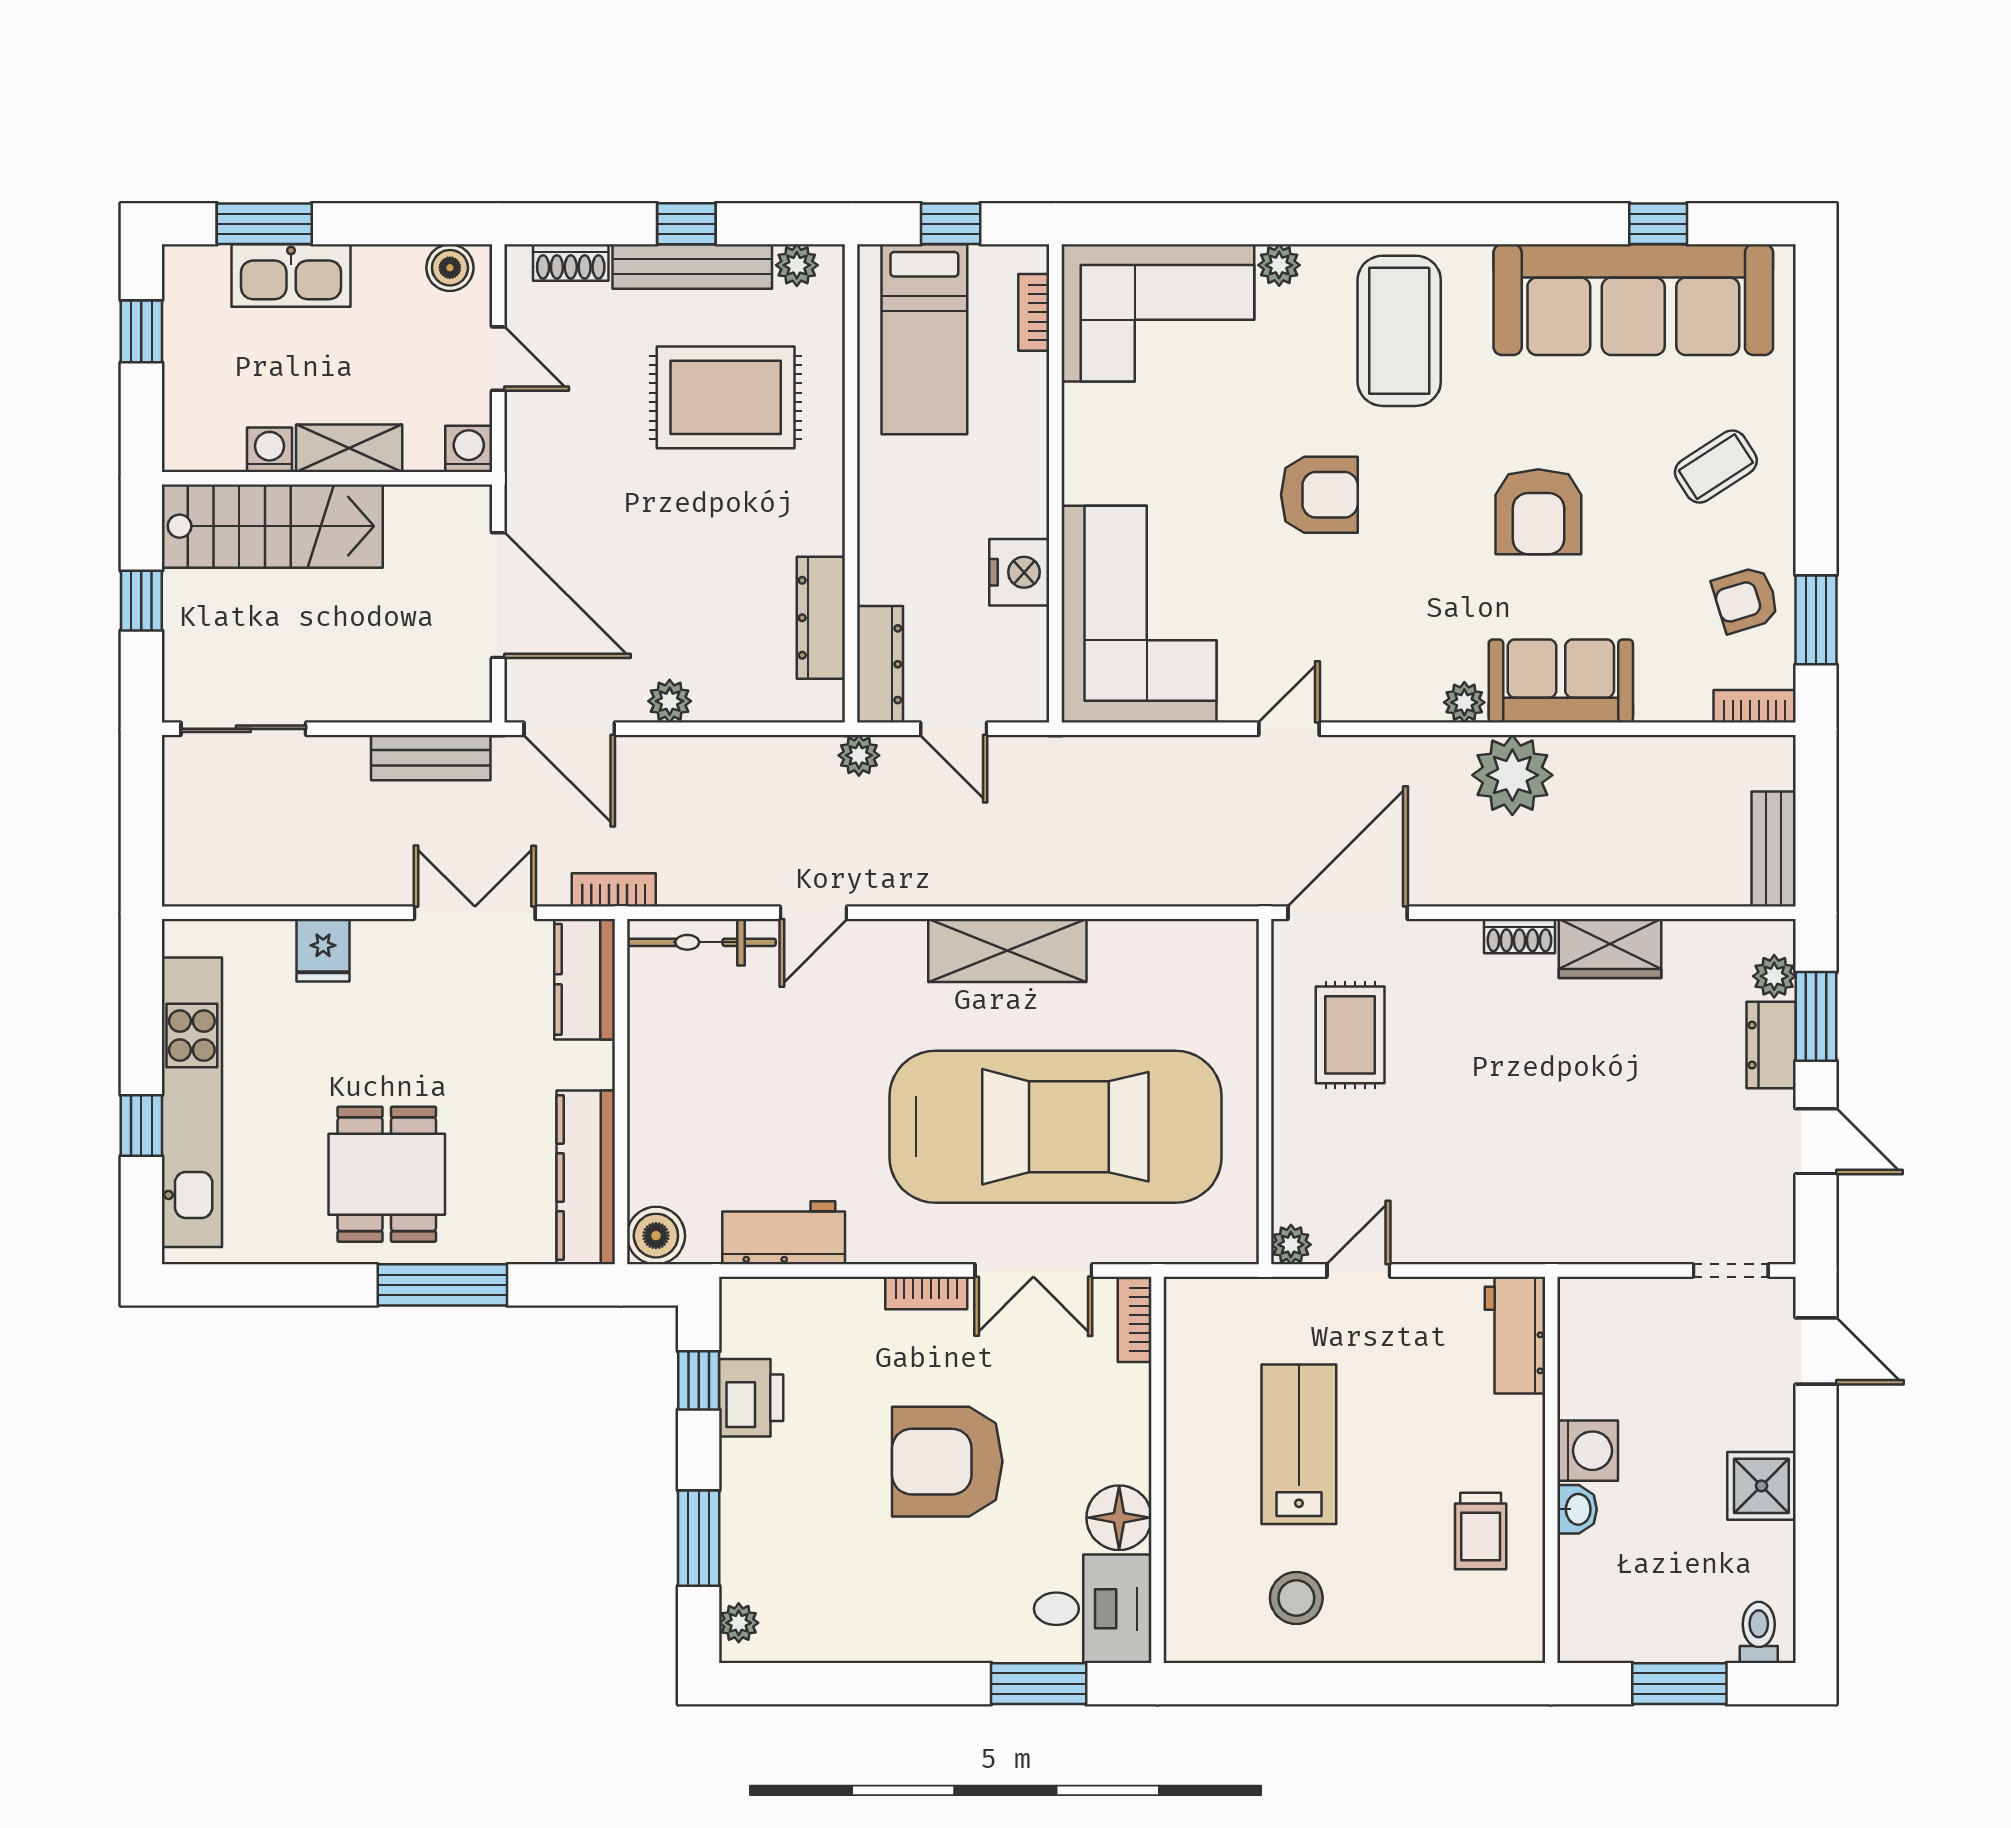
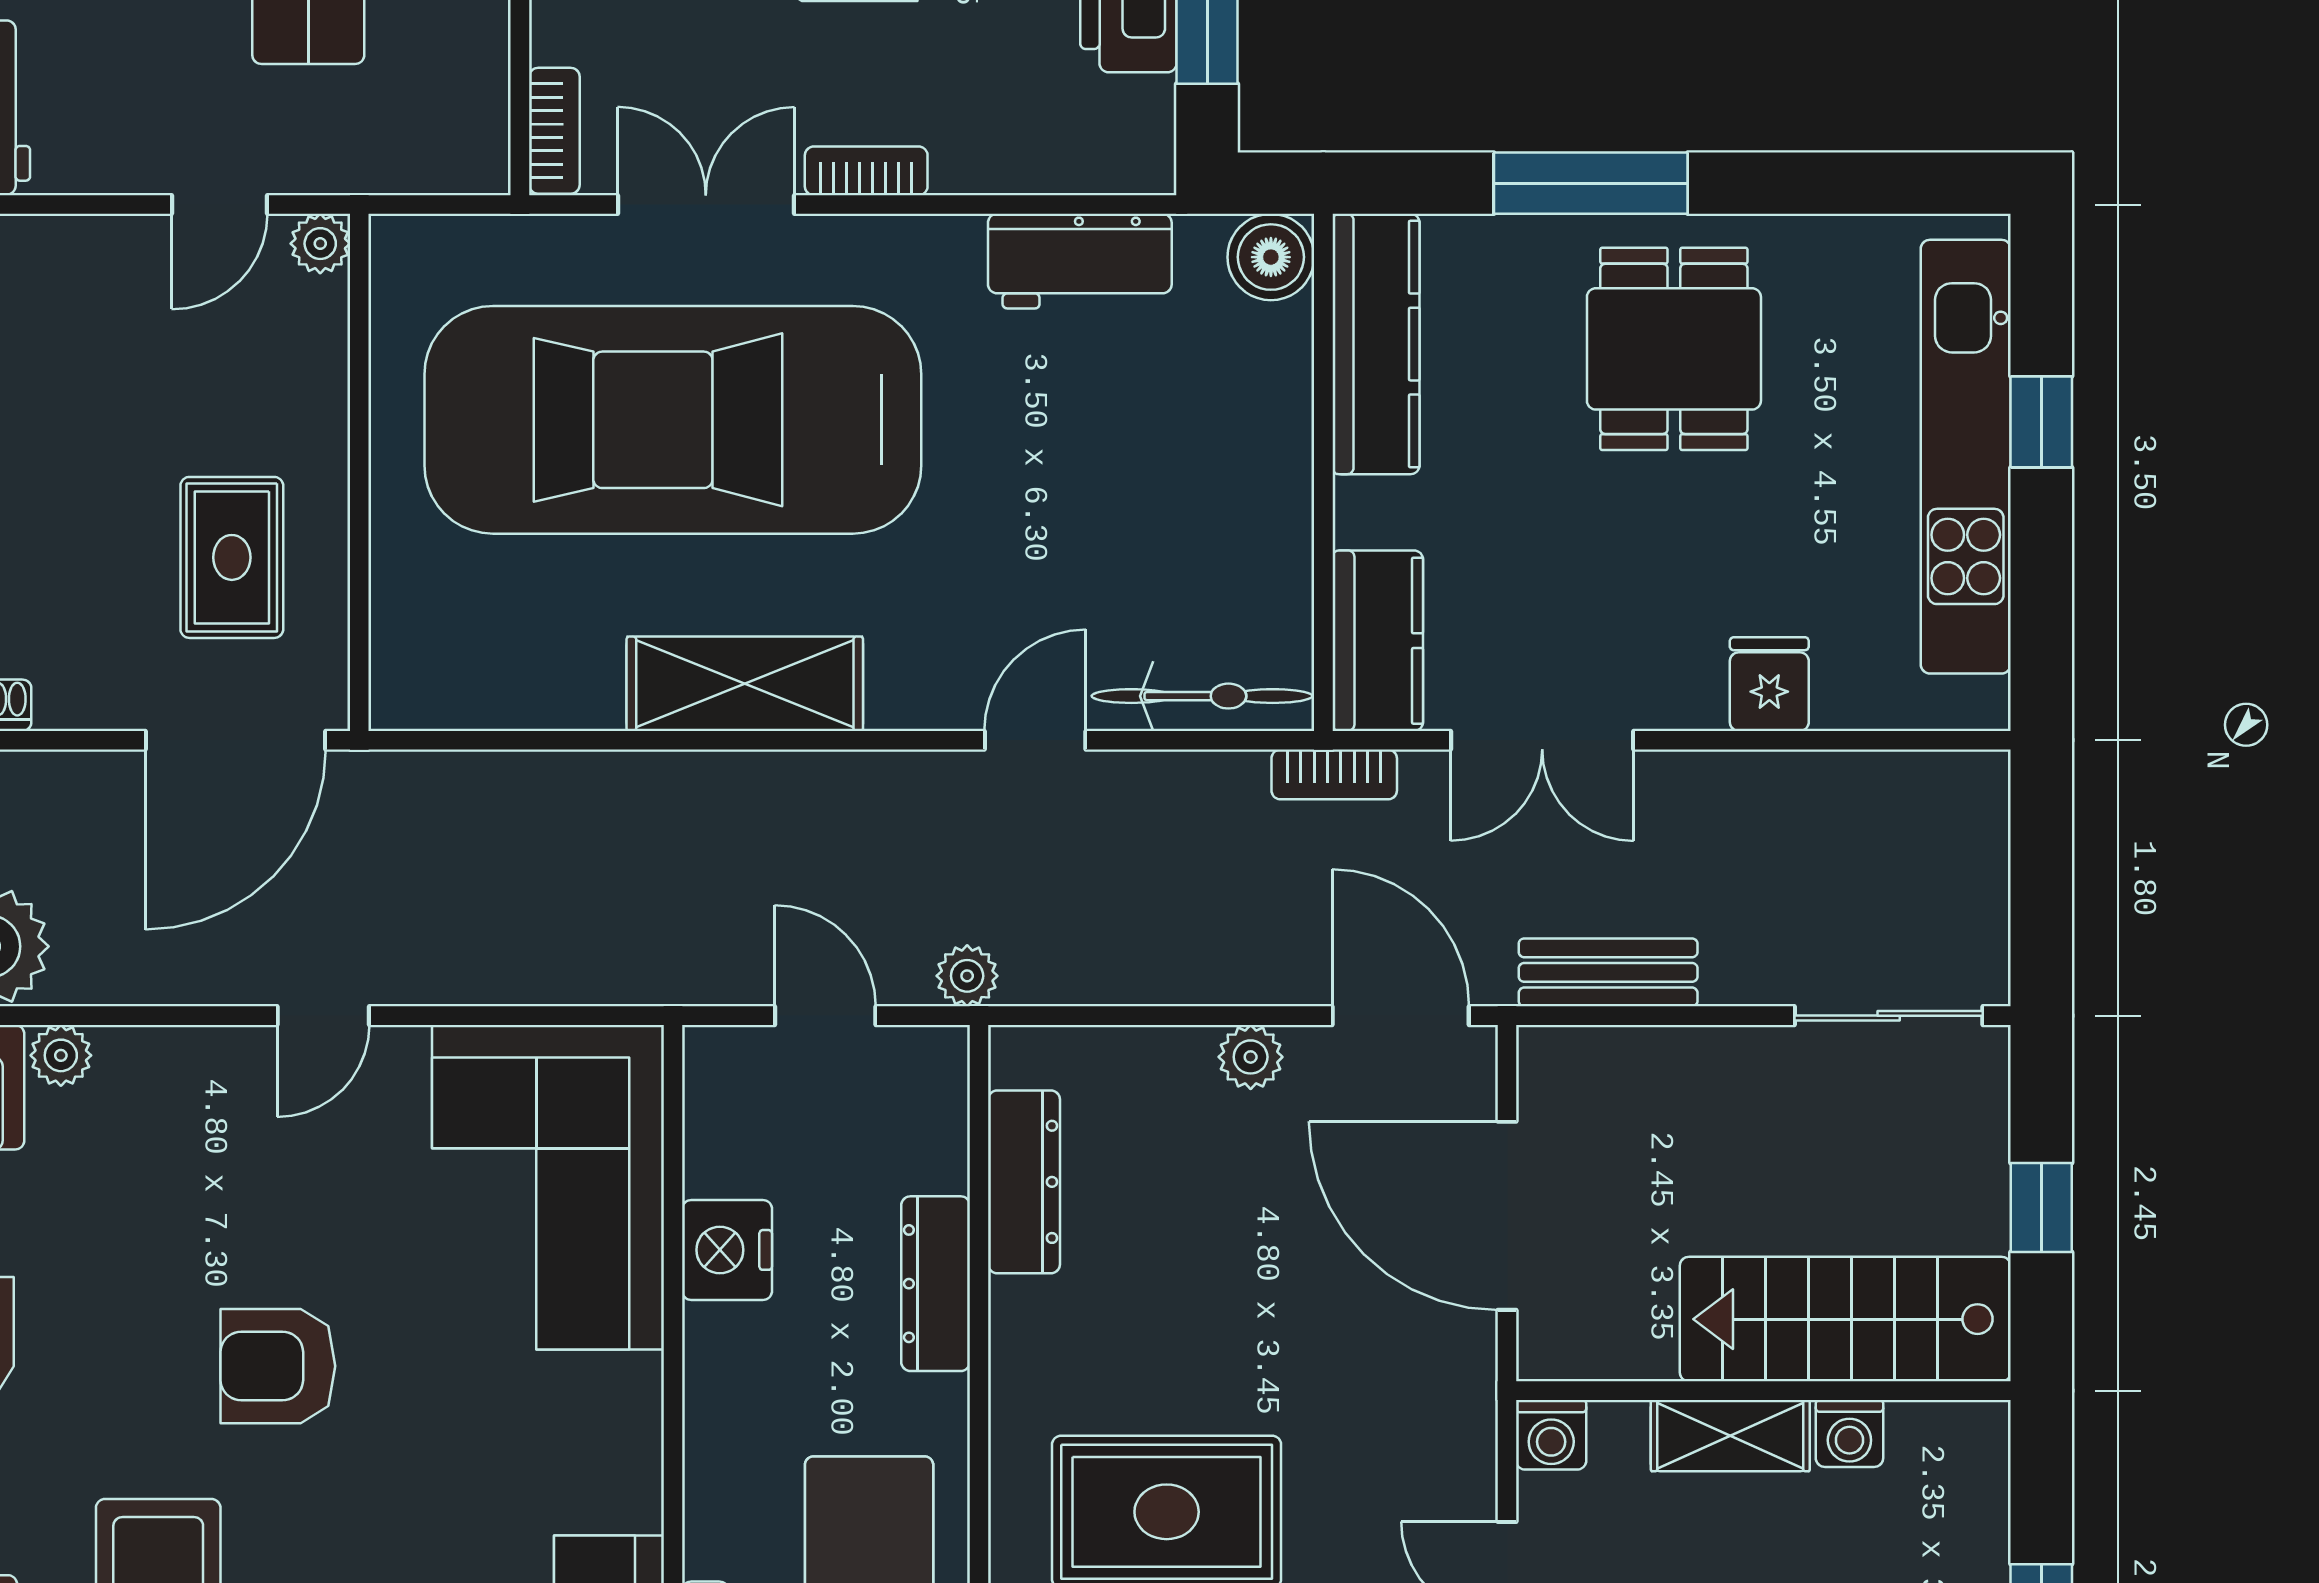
dresser: (880, 664) -> (936, 1284), moved

